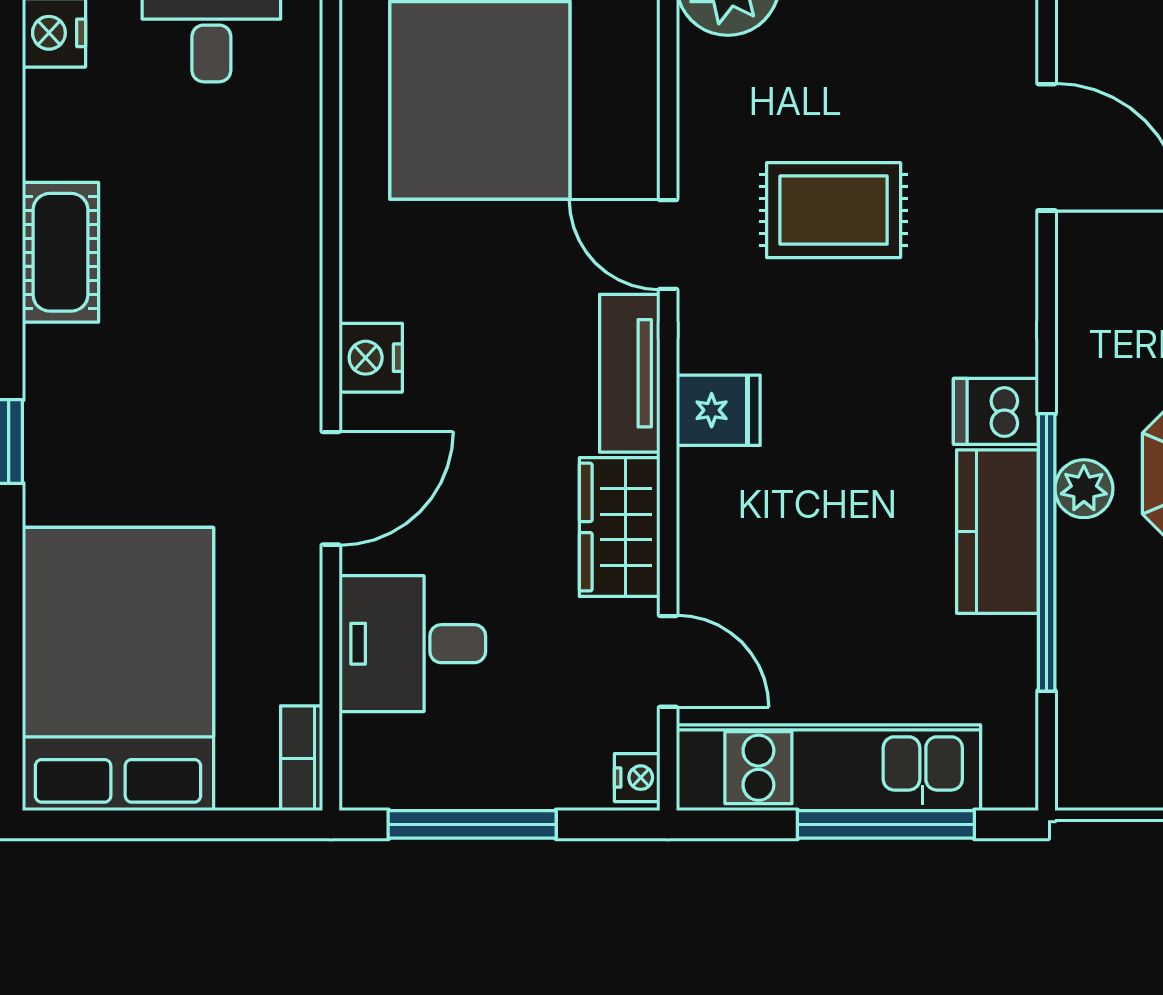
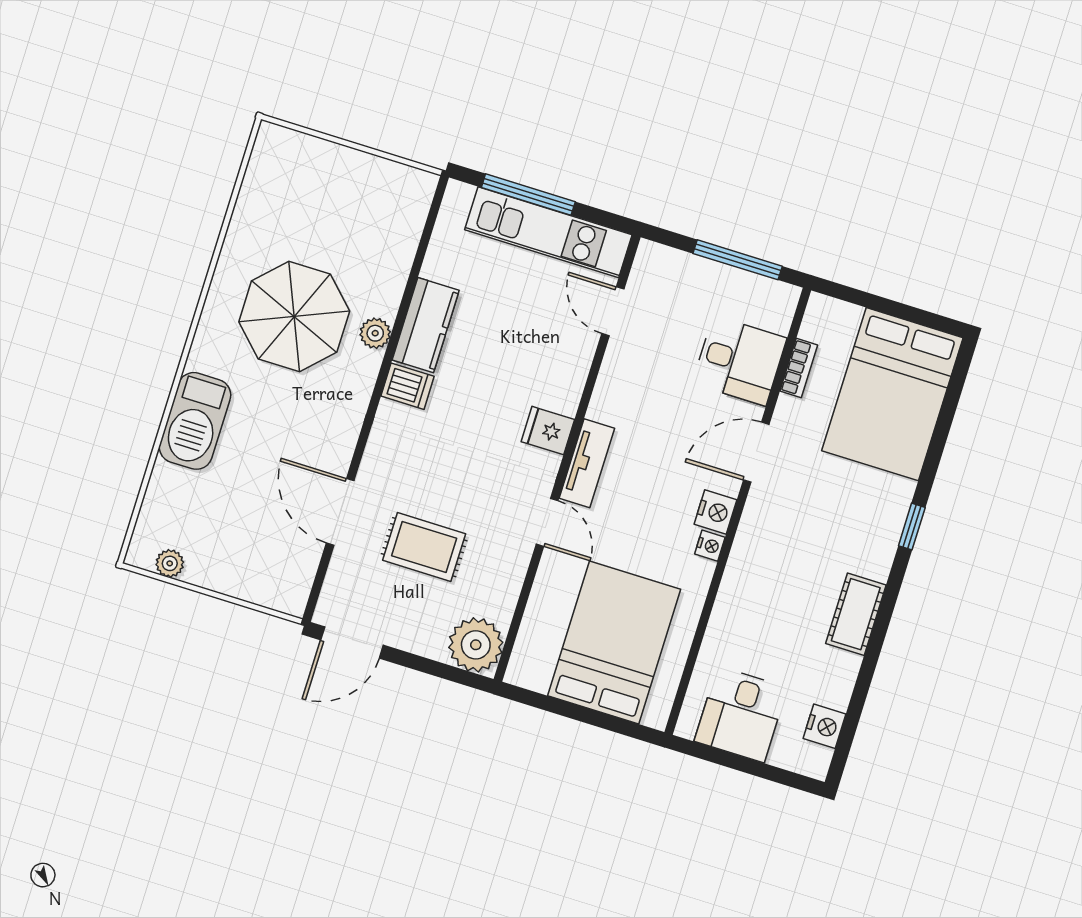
rug: (834, 210) -> (424, 547), moved
wardrobe: (620, 527) -> (616, 387), removed
window: (1047, 552) -> (404, 307), removed
bookcase: (302, 758) -> (799, 368), moved
nightstand: (637, 778) -> (710, 546), moved, turned 180

